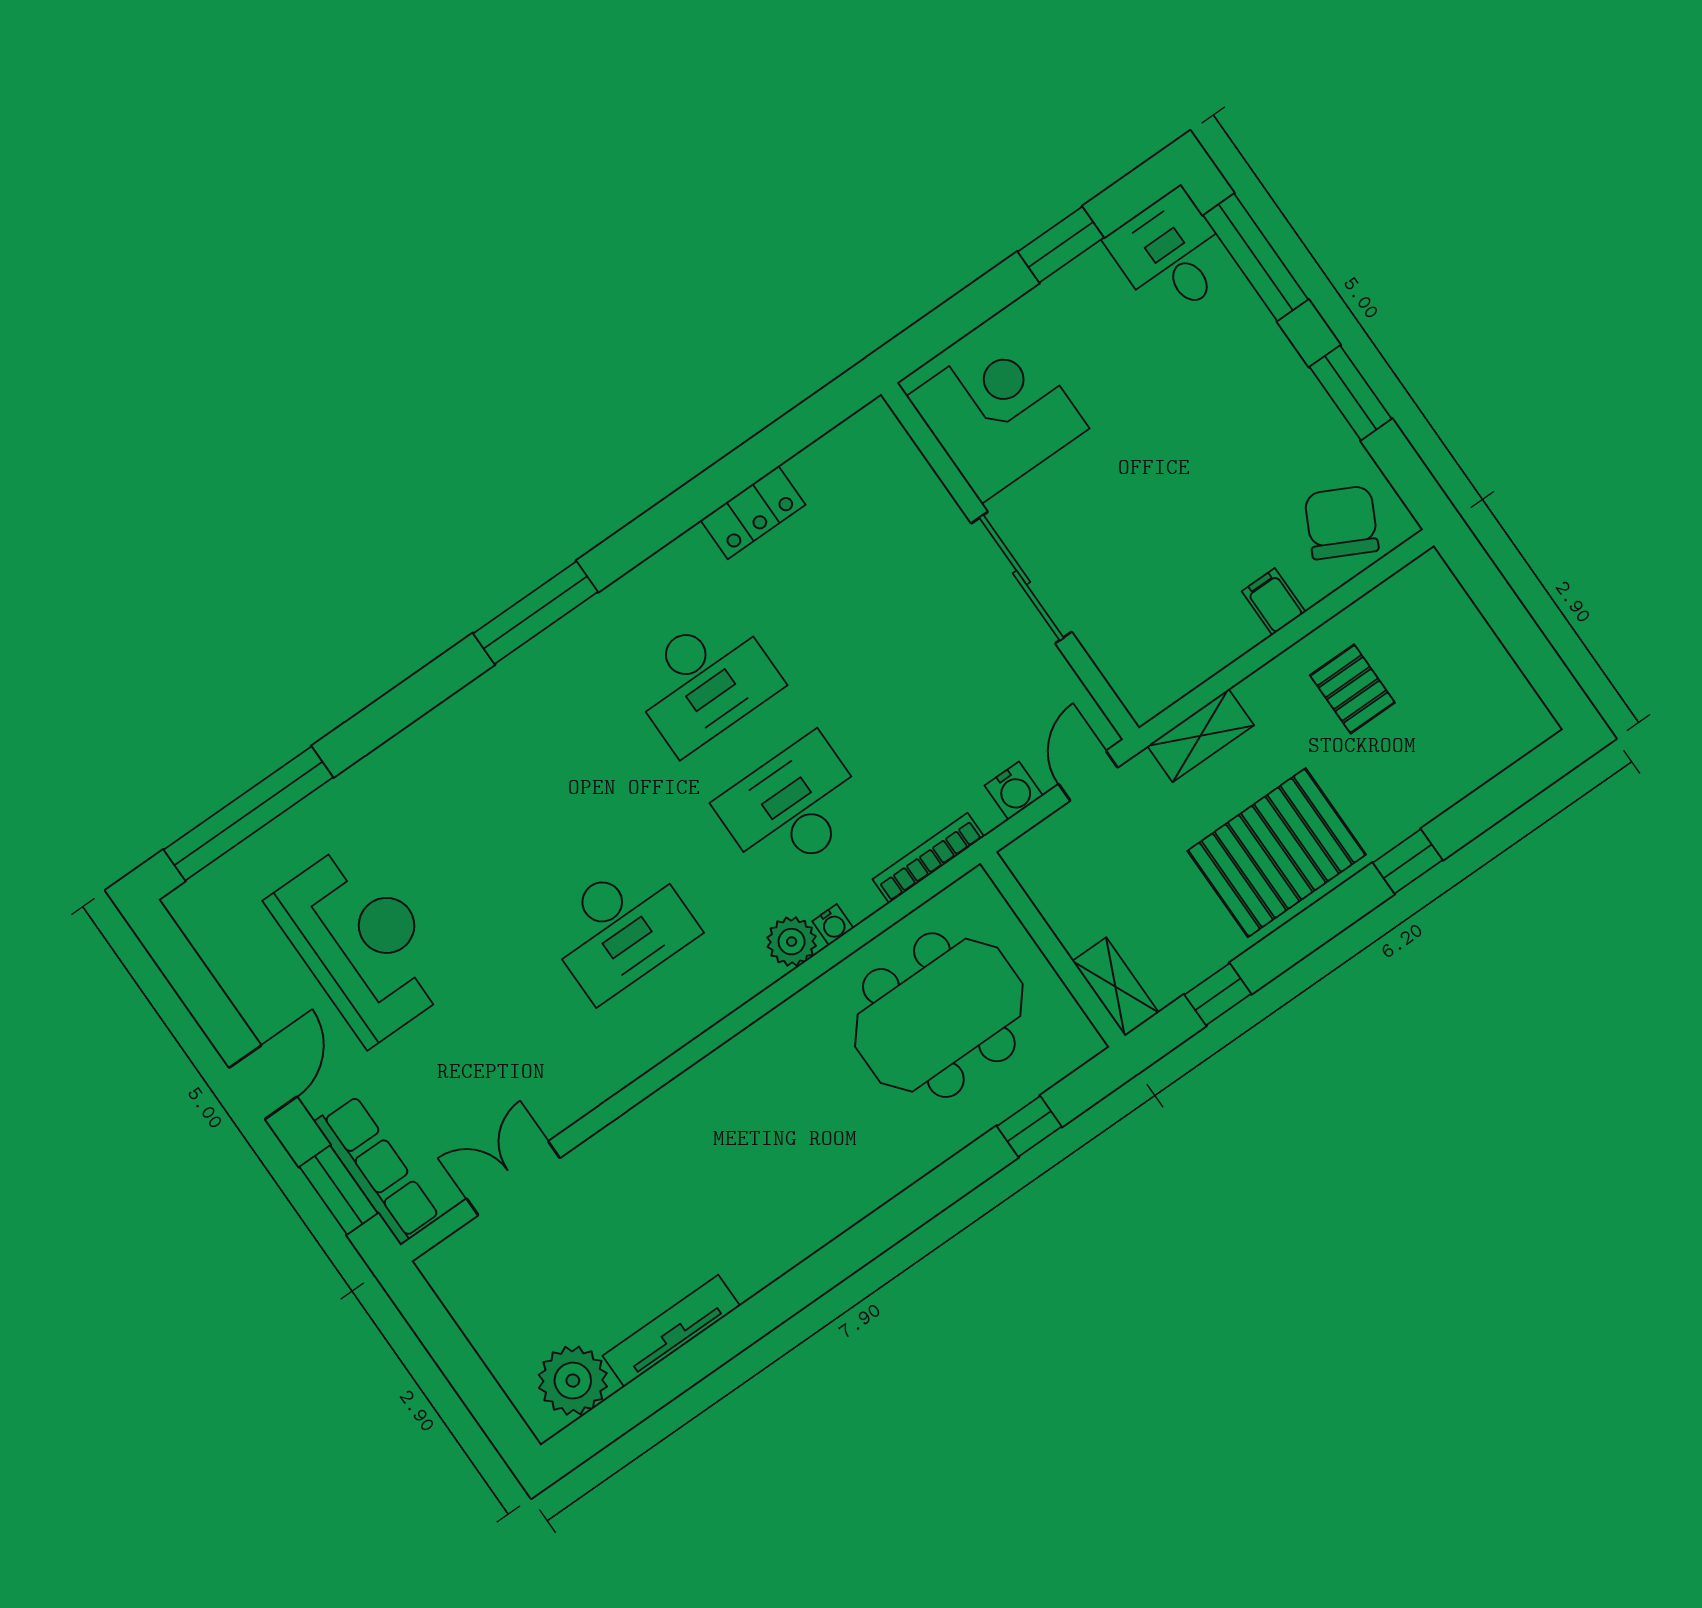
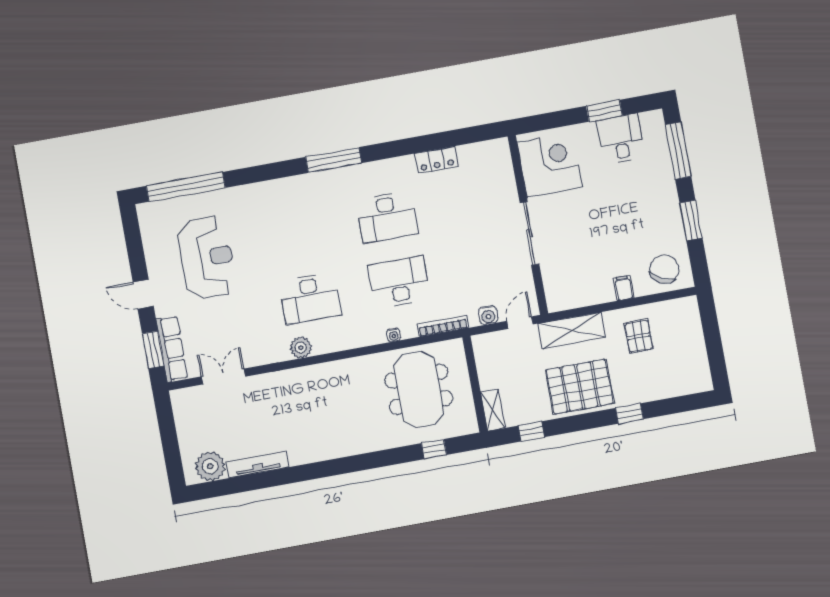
desk: (1171, 255) -> (621, 139), moved
shelving: (1201, 736) -> (572, 330), width x1.50, depth x1.33
plant: (792, 942) -> (301, 348), moved
meeting table: (939, 1015) -> (419, 389), turned 90
door: (263, 1082) -> (143, 294), swing flipped

